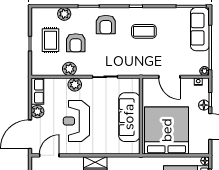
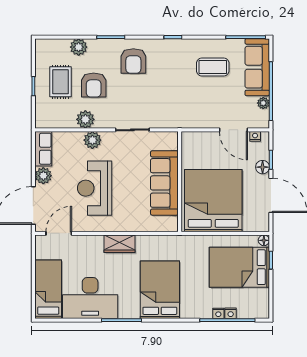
coffee table: (144, 31) -> (213, 67), moved
plant: (205, 71) -> (263, 103), moved
door: (169, 77) -> (233, 130), moved

